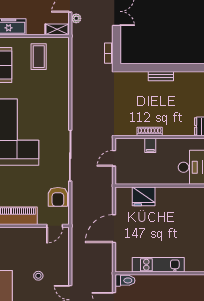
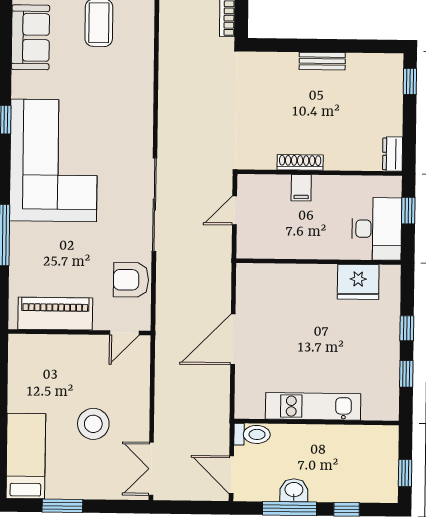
fridge: (144, 196) -> (358, 282), moved
armchair: (58, 197) -> (131, 280), turned 90
stool: (38, 276) -> (93, 424), width x1.89, depth x1.89

